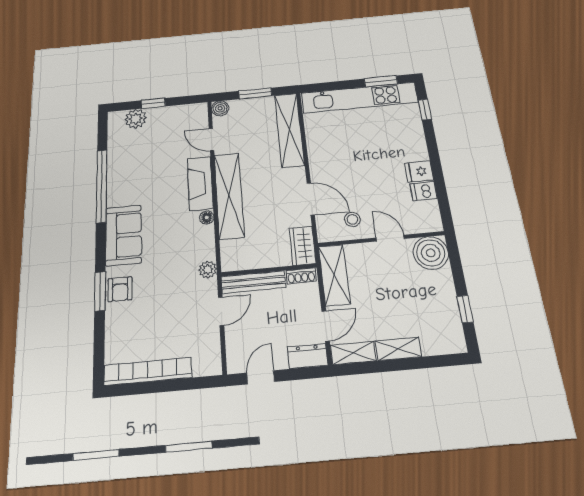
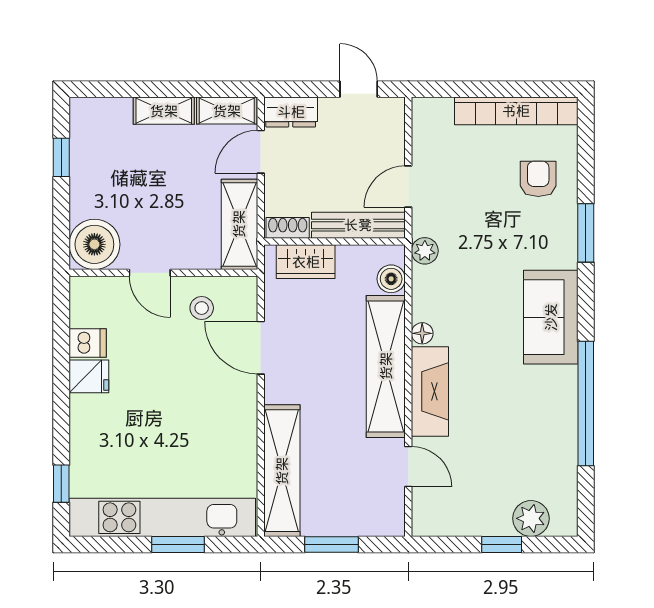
window: (381, 81) -> (178, 544), moved
boiler: (220, 108) -> (391, 279), moved
wardrobe: (303, 246) -> (306, 262), moved, turned 90
armchair: (120, 289) -> (538, 179), moved
door: (261, 377) -> (359, 89), swing flipped

